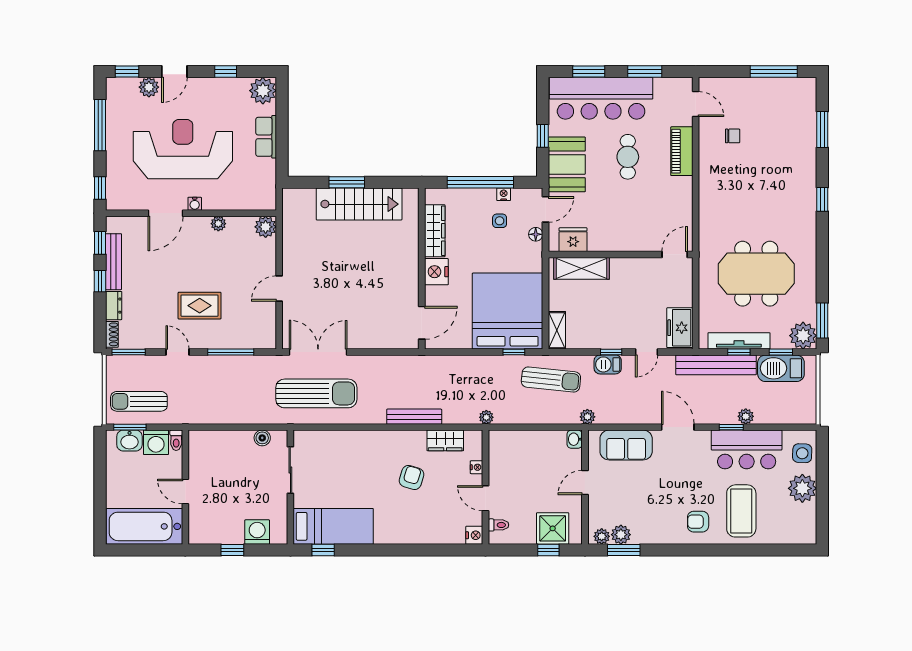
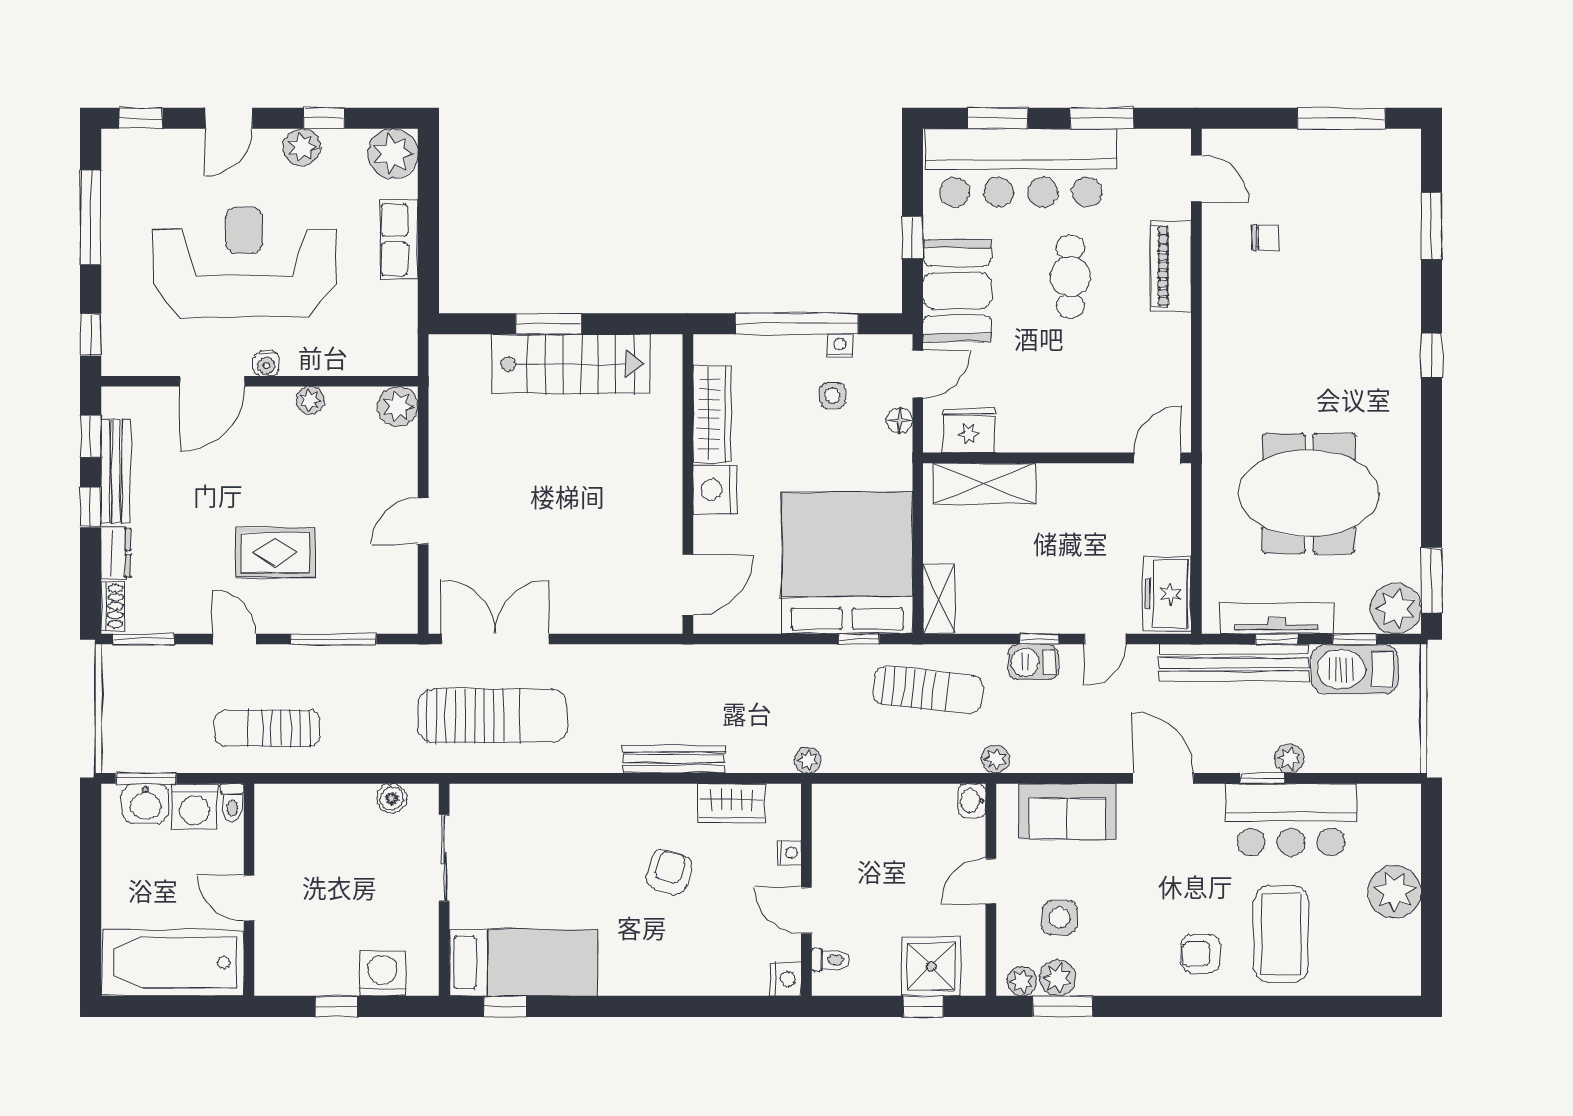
plant: (149, 87) -> (302, 147), moved
sun lounger: (139, 401) -> (267, 728), moved
side table: (802, 453) -> (1060, 918), moved

